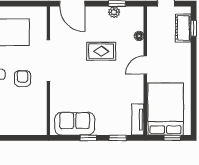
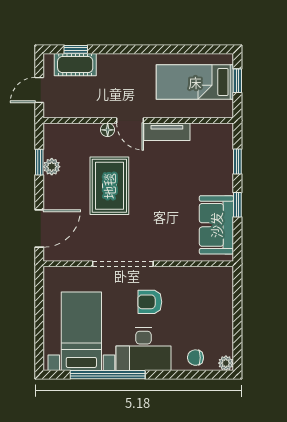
floor lamp: (139, 36) -> (108, 130), moved
rug: (101, 51) -> (109, 186), width x1.36, depth x1.43
bed: (166, 109) -> (195, 82), width x0.67
tv unit: (138, 119) -> (167, 132), moved

